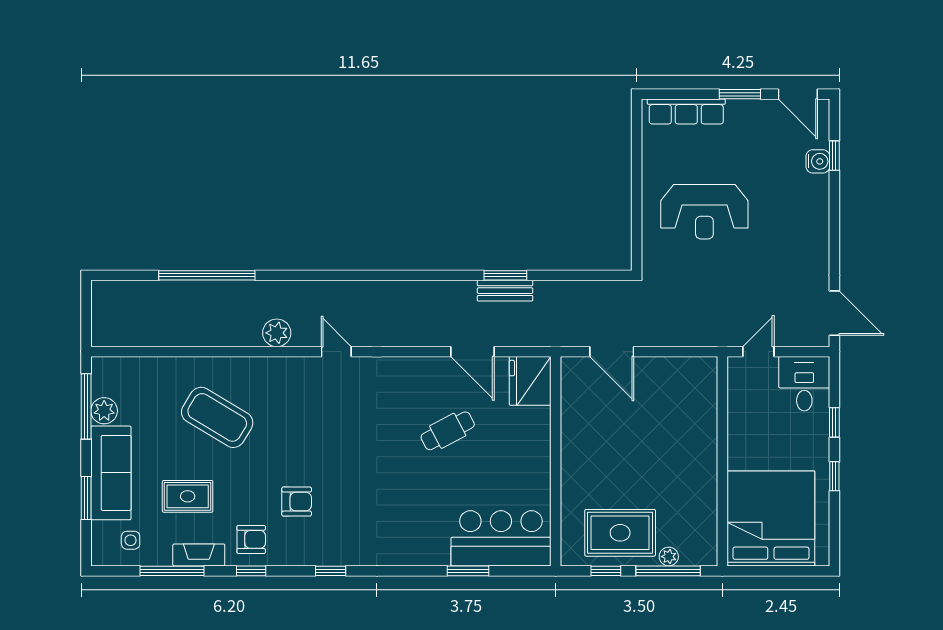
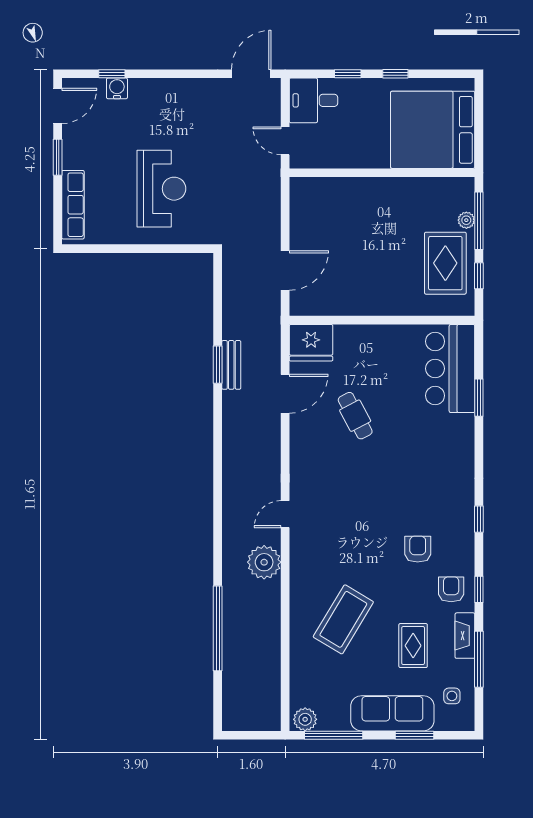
plant: (277, 333) -> (264, 562), width x1.36, depth x1.36
plant: (104, 411) -> (305, 719), moved

